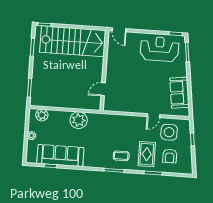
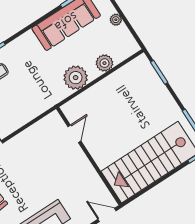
plant: (42, 115) -> (104, 63), moved

